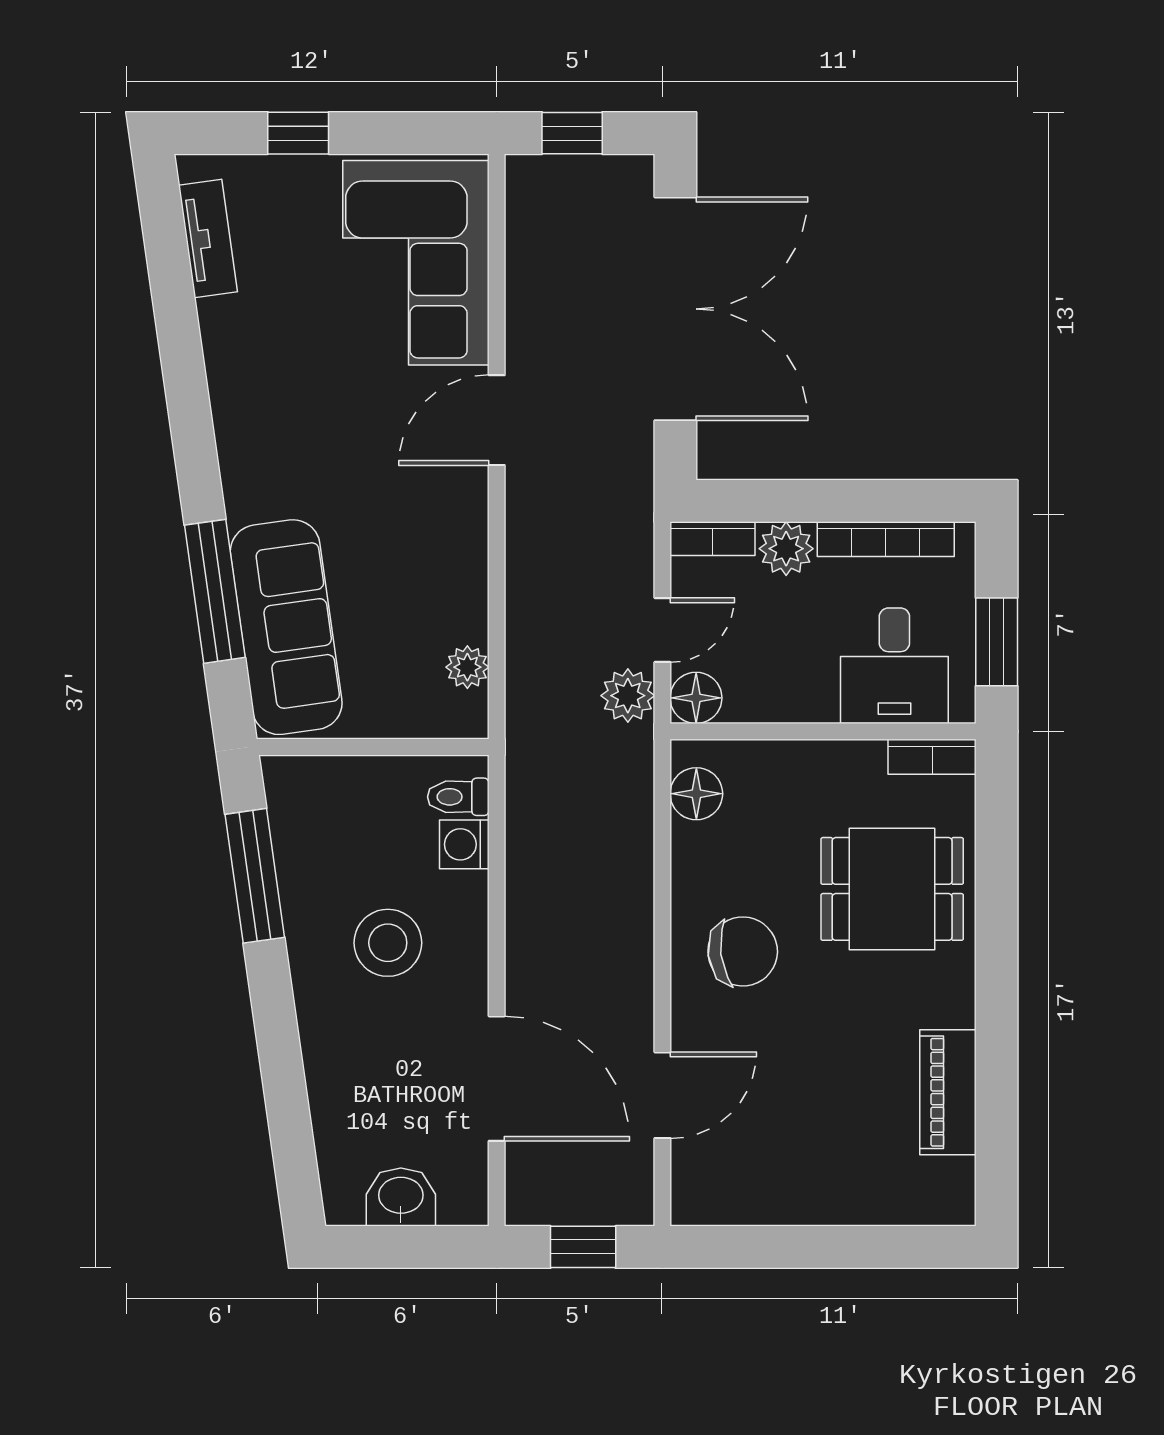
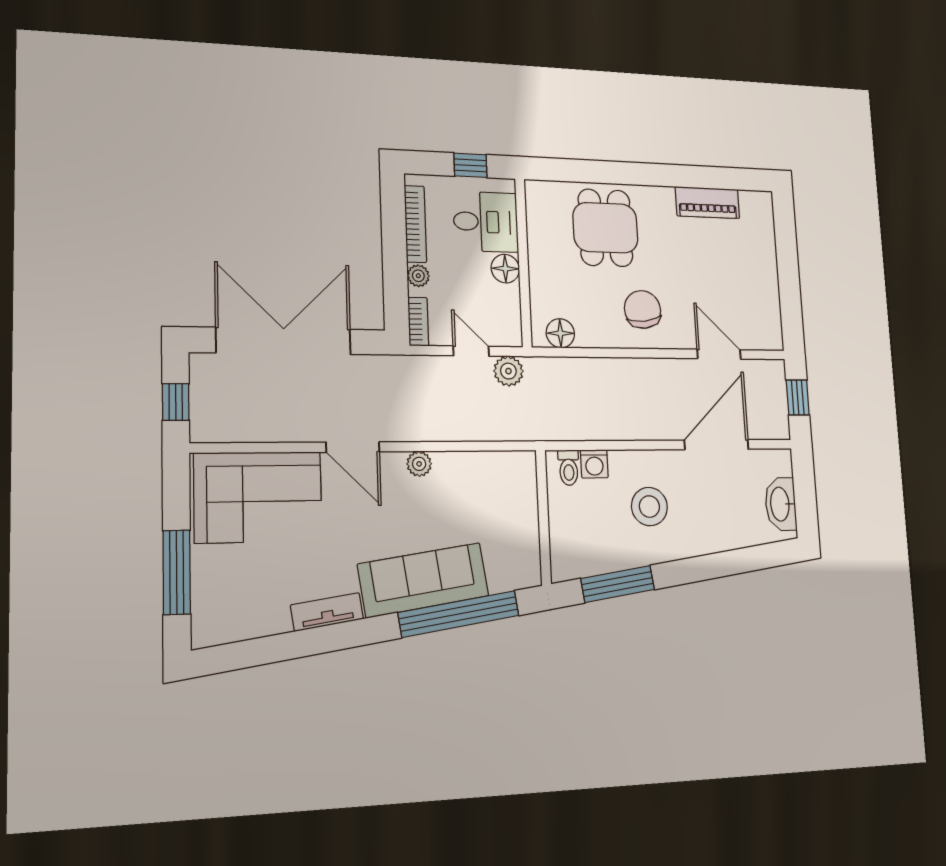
window: (298, 133) -> (177, 572), width x2.17
tv unit: (208, 238) -> (327, 612), moved
plant: (786, 549) -> (418, 276), width x0.73, depth x0.73
window: (215, 591) -> (459, 614), width x1.46
sofa: (286, 627) -> (424, 580), moved
window: (997, 642) -> (470, 165), width x0.67
plant: (467, 667) -> (419, 464), moved
floor lamp: (696, 698) -> (505, 269), moved
bookcase: (932, 757) -> (534, 203), removed
washbasin: (401, 1197) -> (781, 504), width x1.38

